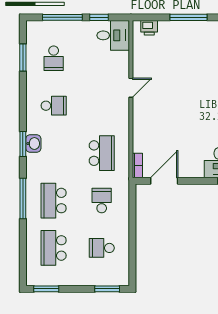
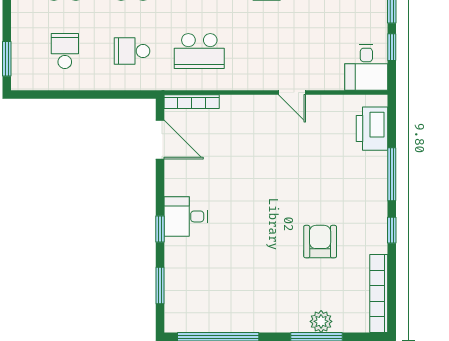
printer: (149, 28) -> (372, 129), width x1.87, depth x1.48
bookcase: (137, 166) -> (192, 102), width x1.56
school desk: (102, 201) -> (132, 51), turned 180

